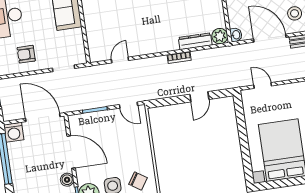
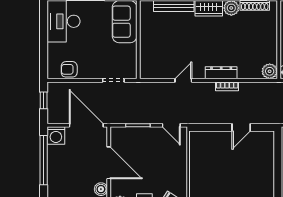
dresser: (195, 41) -> (221, 73), moved
armchair: (26, 54) -> (69, 69), moved
door: (120, 60) -> (183, 80), moved

